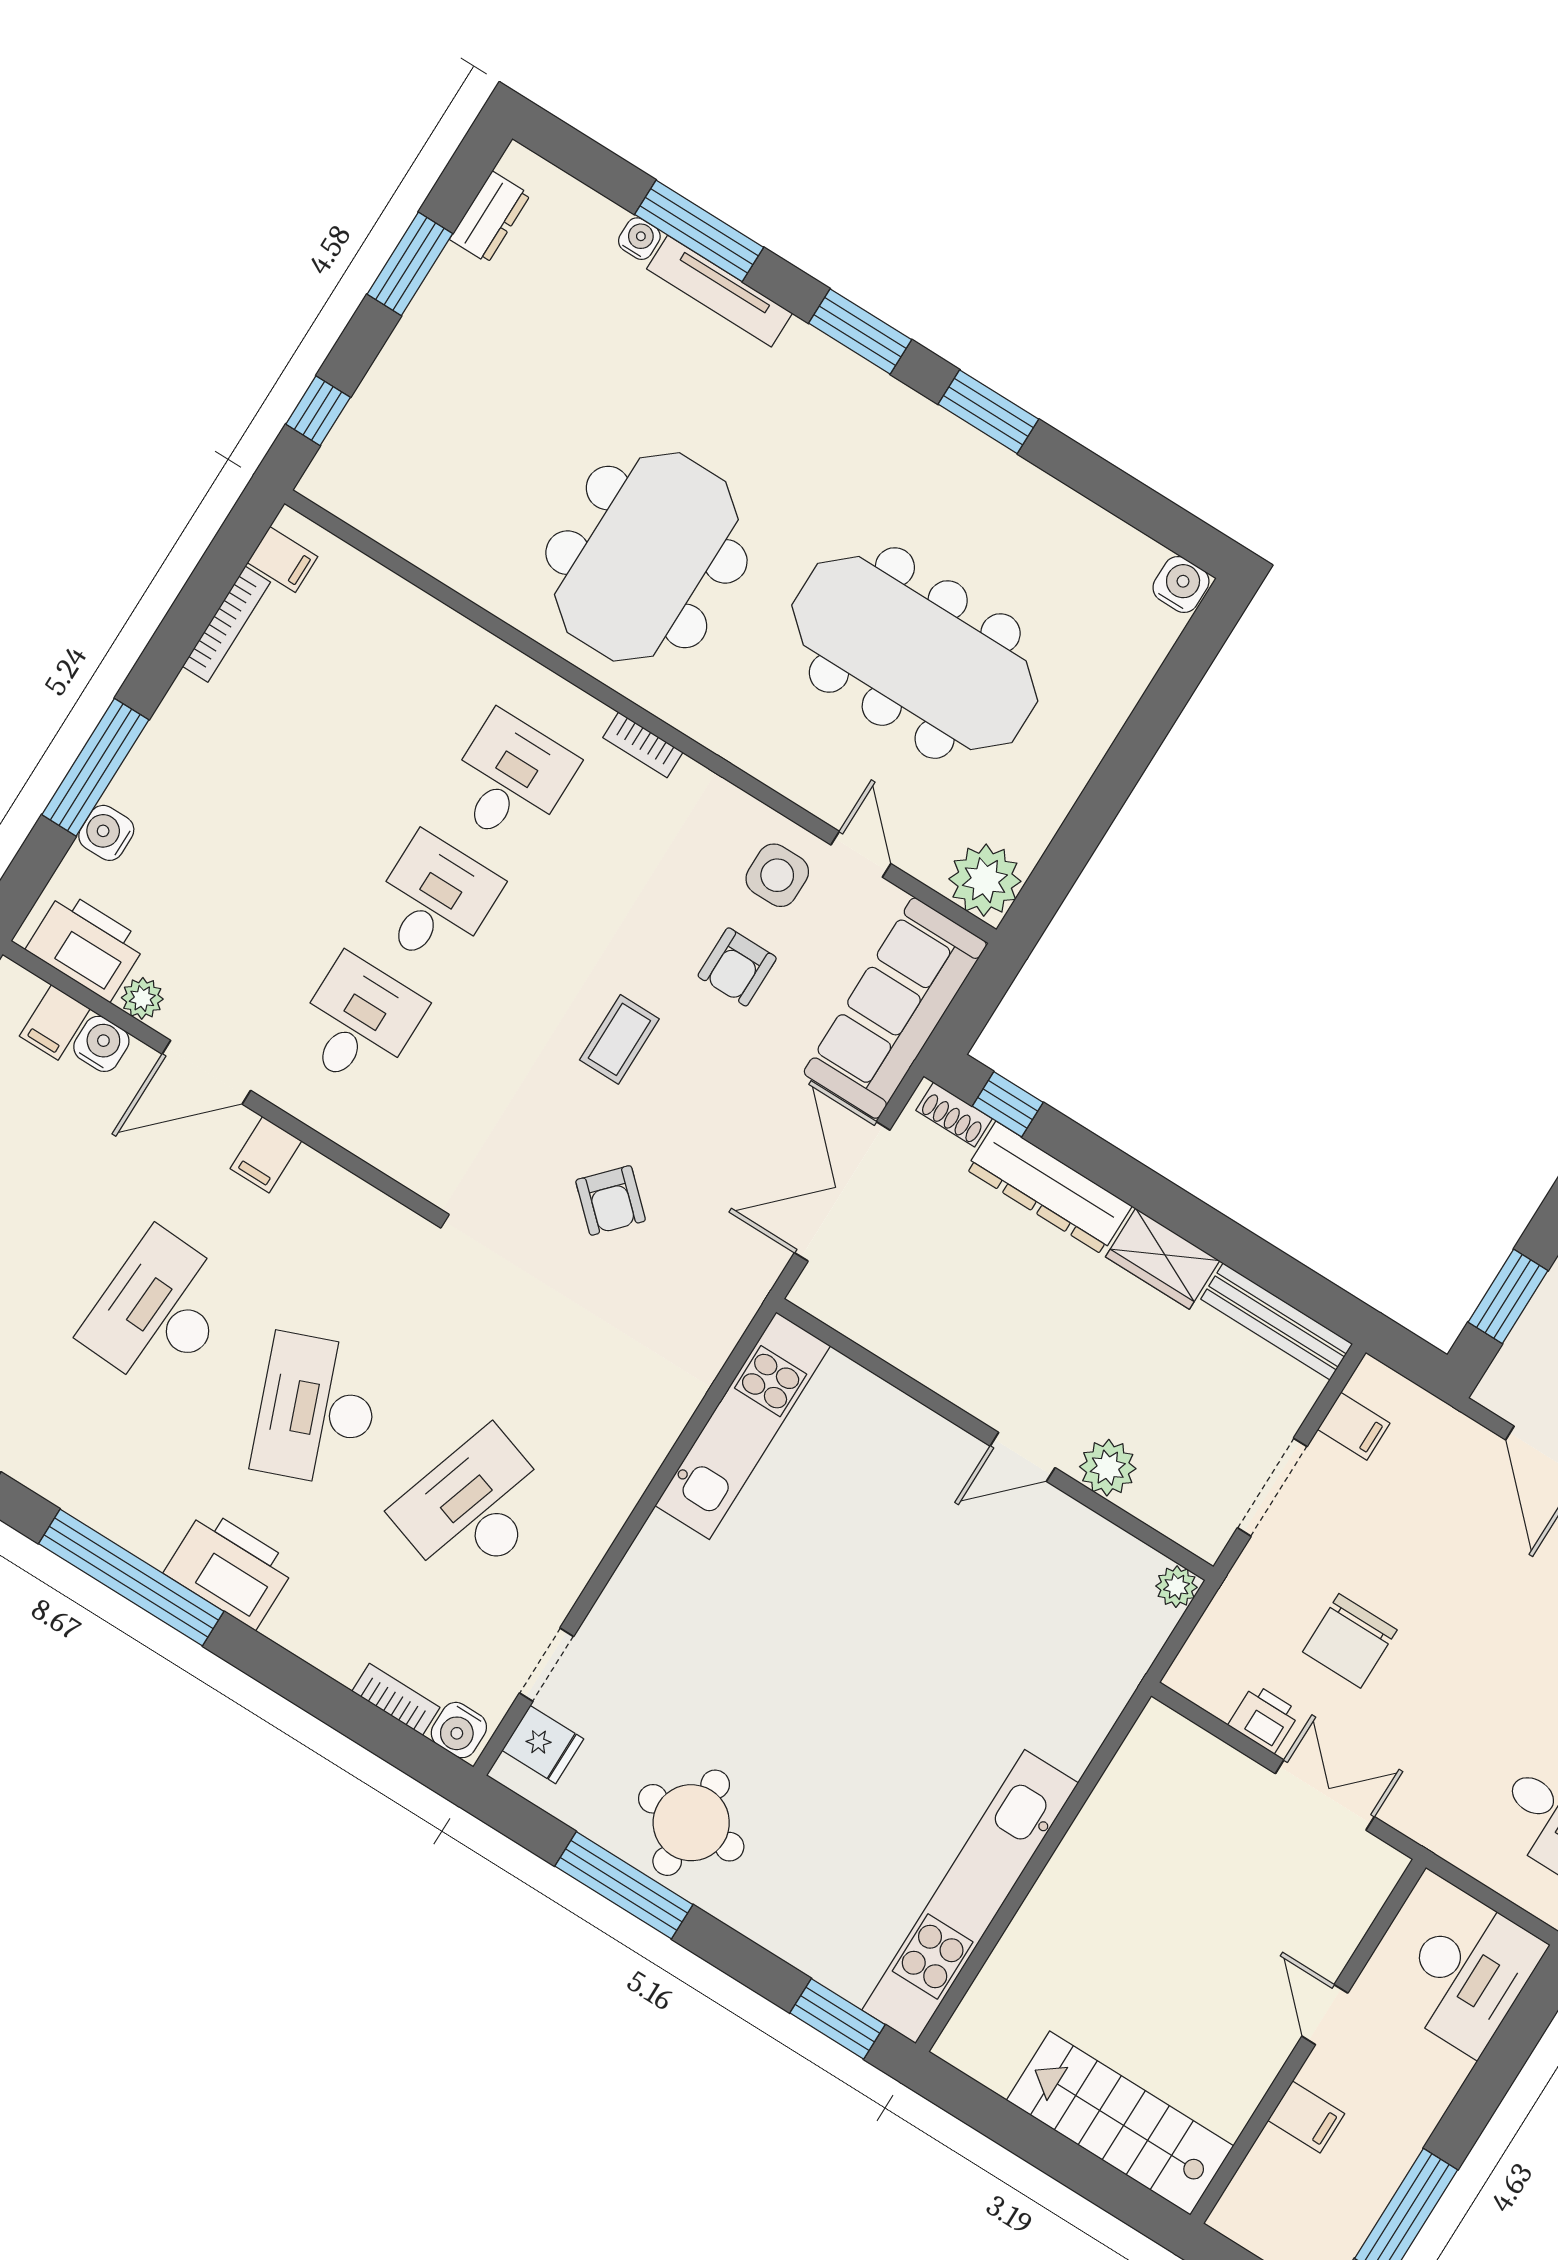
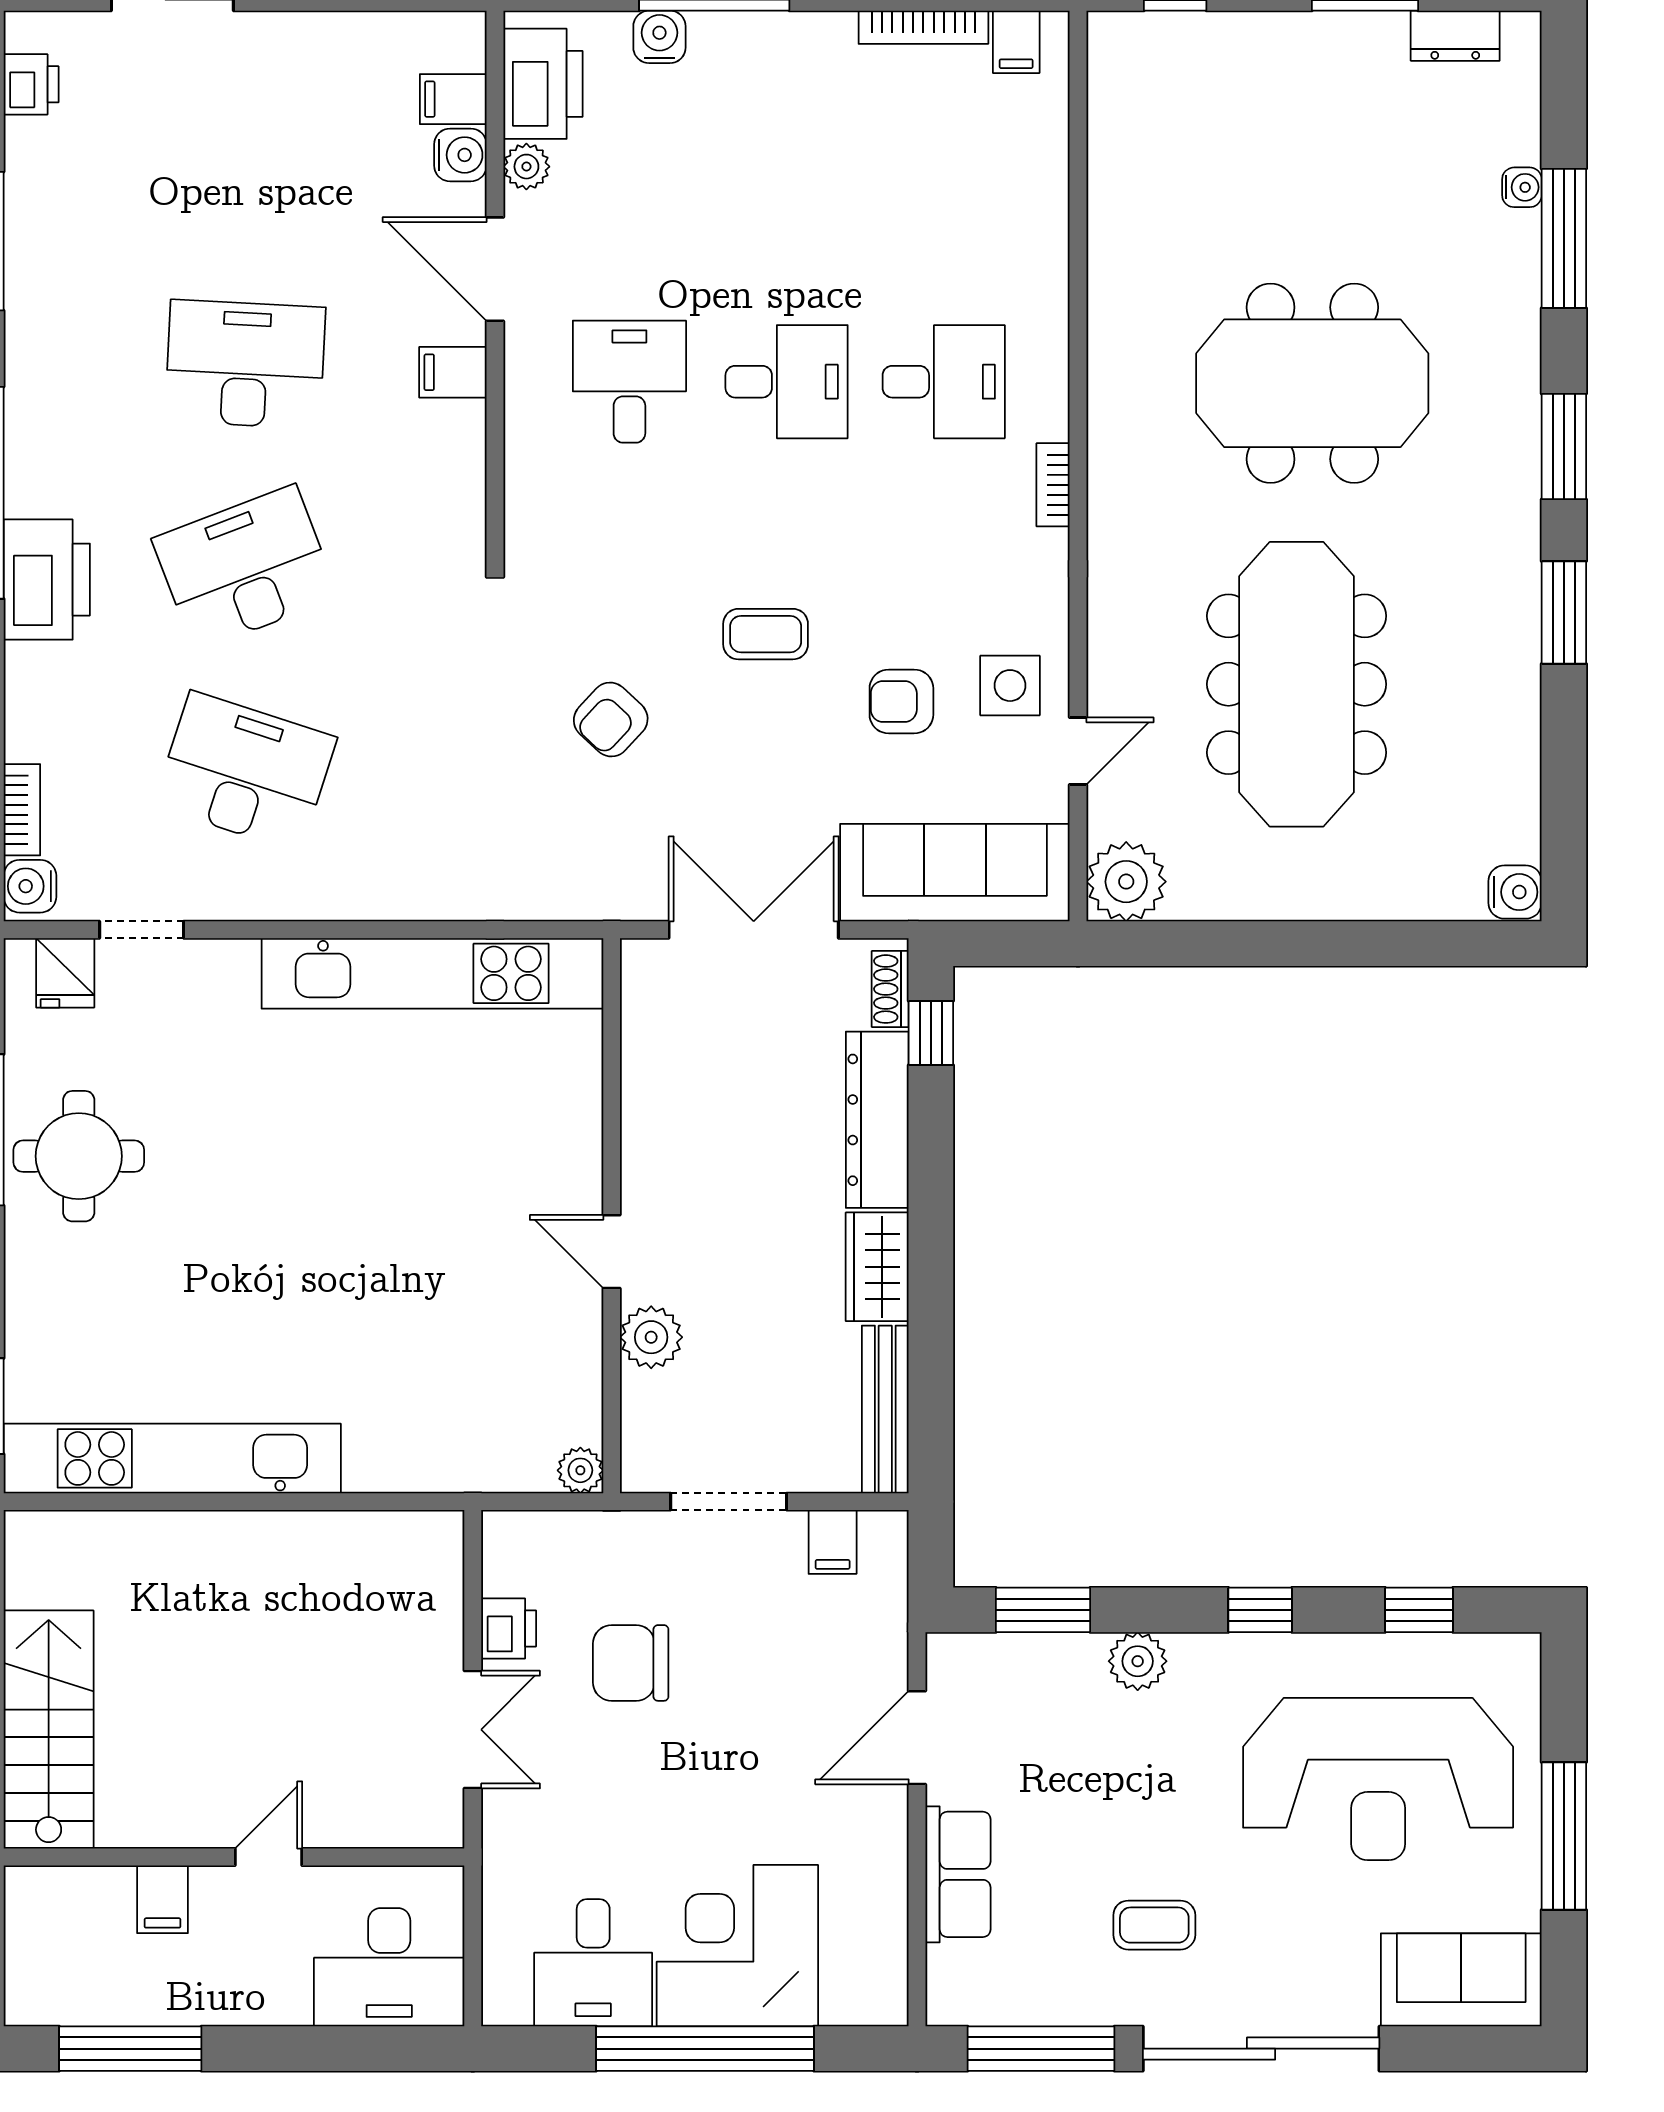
tv unit: (720, 291) -> (1520, 292), removed
meeting table: (646, 557) -> (1312, 383), moved
desk: (358, 1023) -> (629, 382), turned -90
kitchen unit: (743, 1426) -> (432, 973), width x1.36

